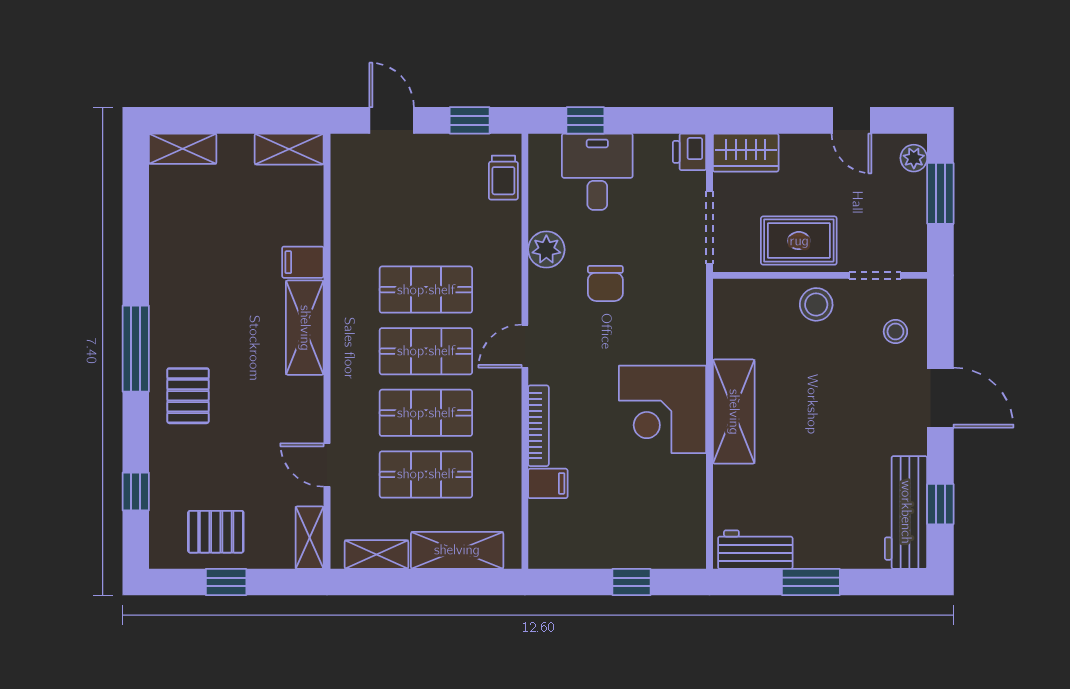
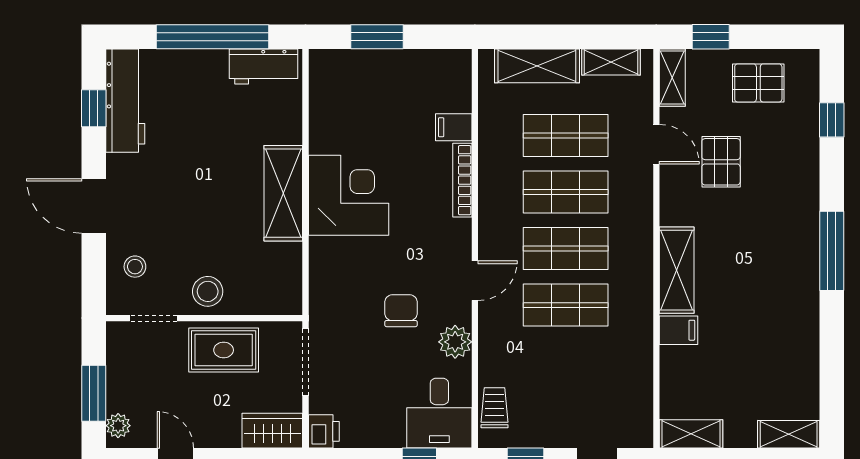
desk: (597, 172) -> (439, 413), moved
door: (525, 346) -> (475, 281), moved
pallet: (188, 396) -> (721, 162), moved
window: (226, 582) -> (711, 37), moved
window: (631, 582) -> (377, 37), width x1.50
window: (811, 582) -> (213, 37), width x2.11

